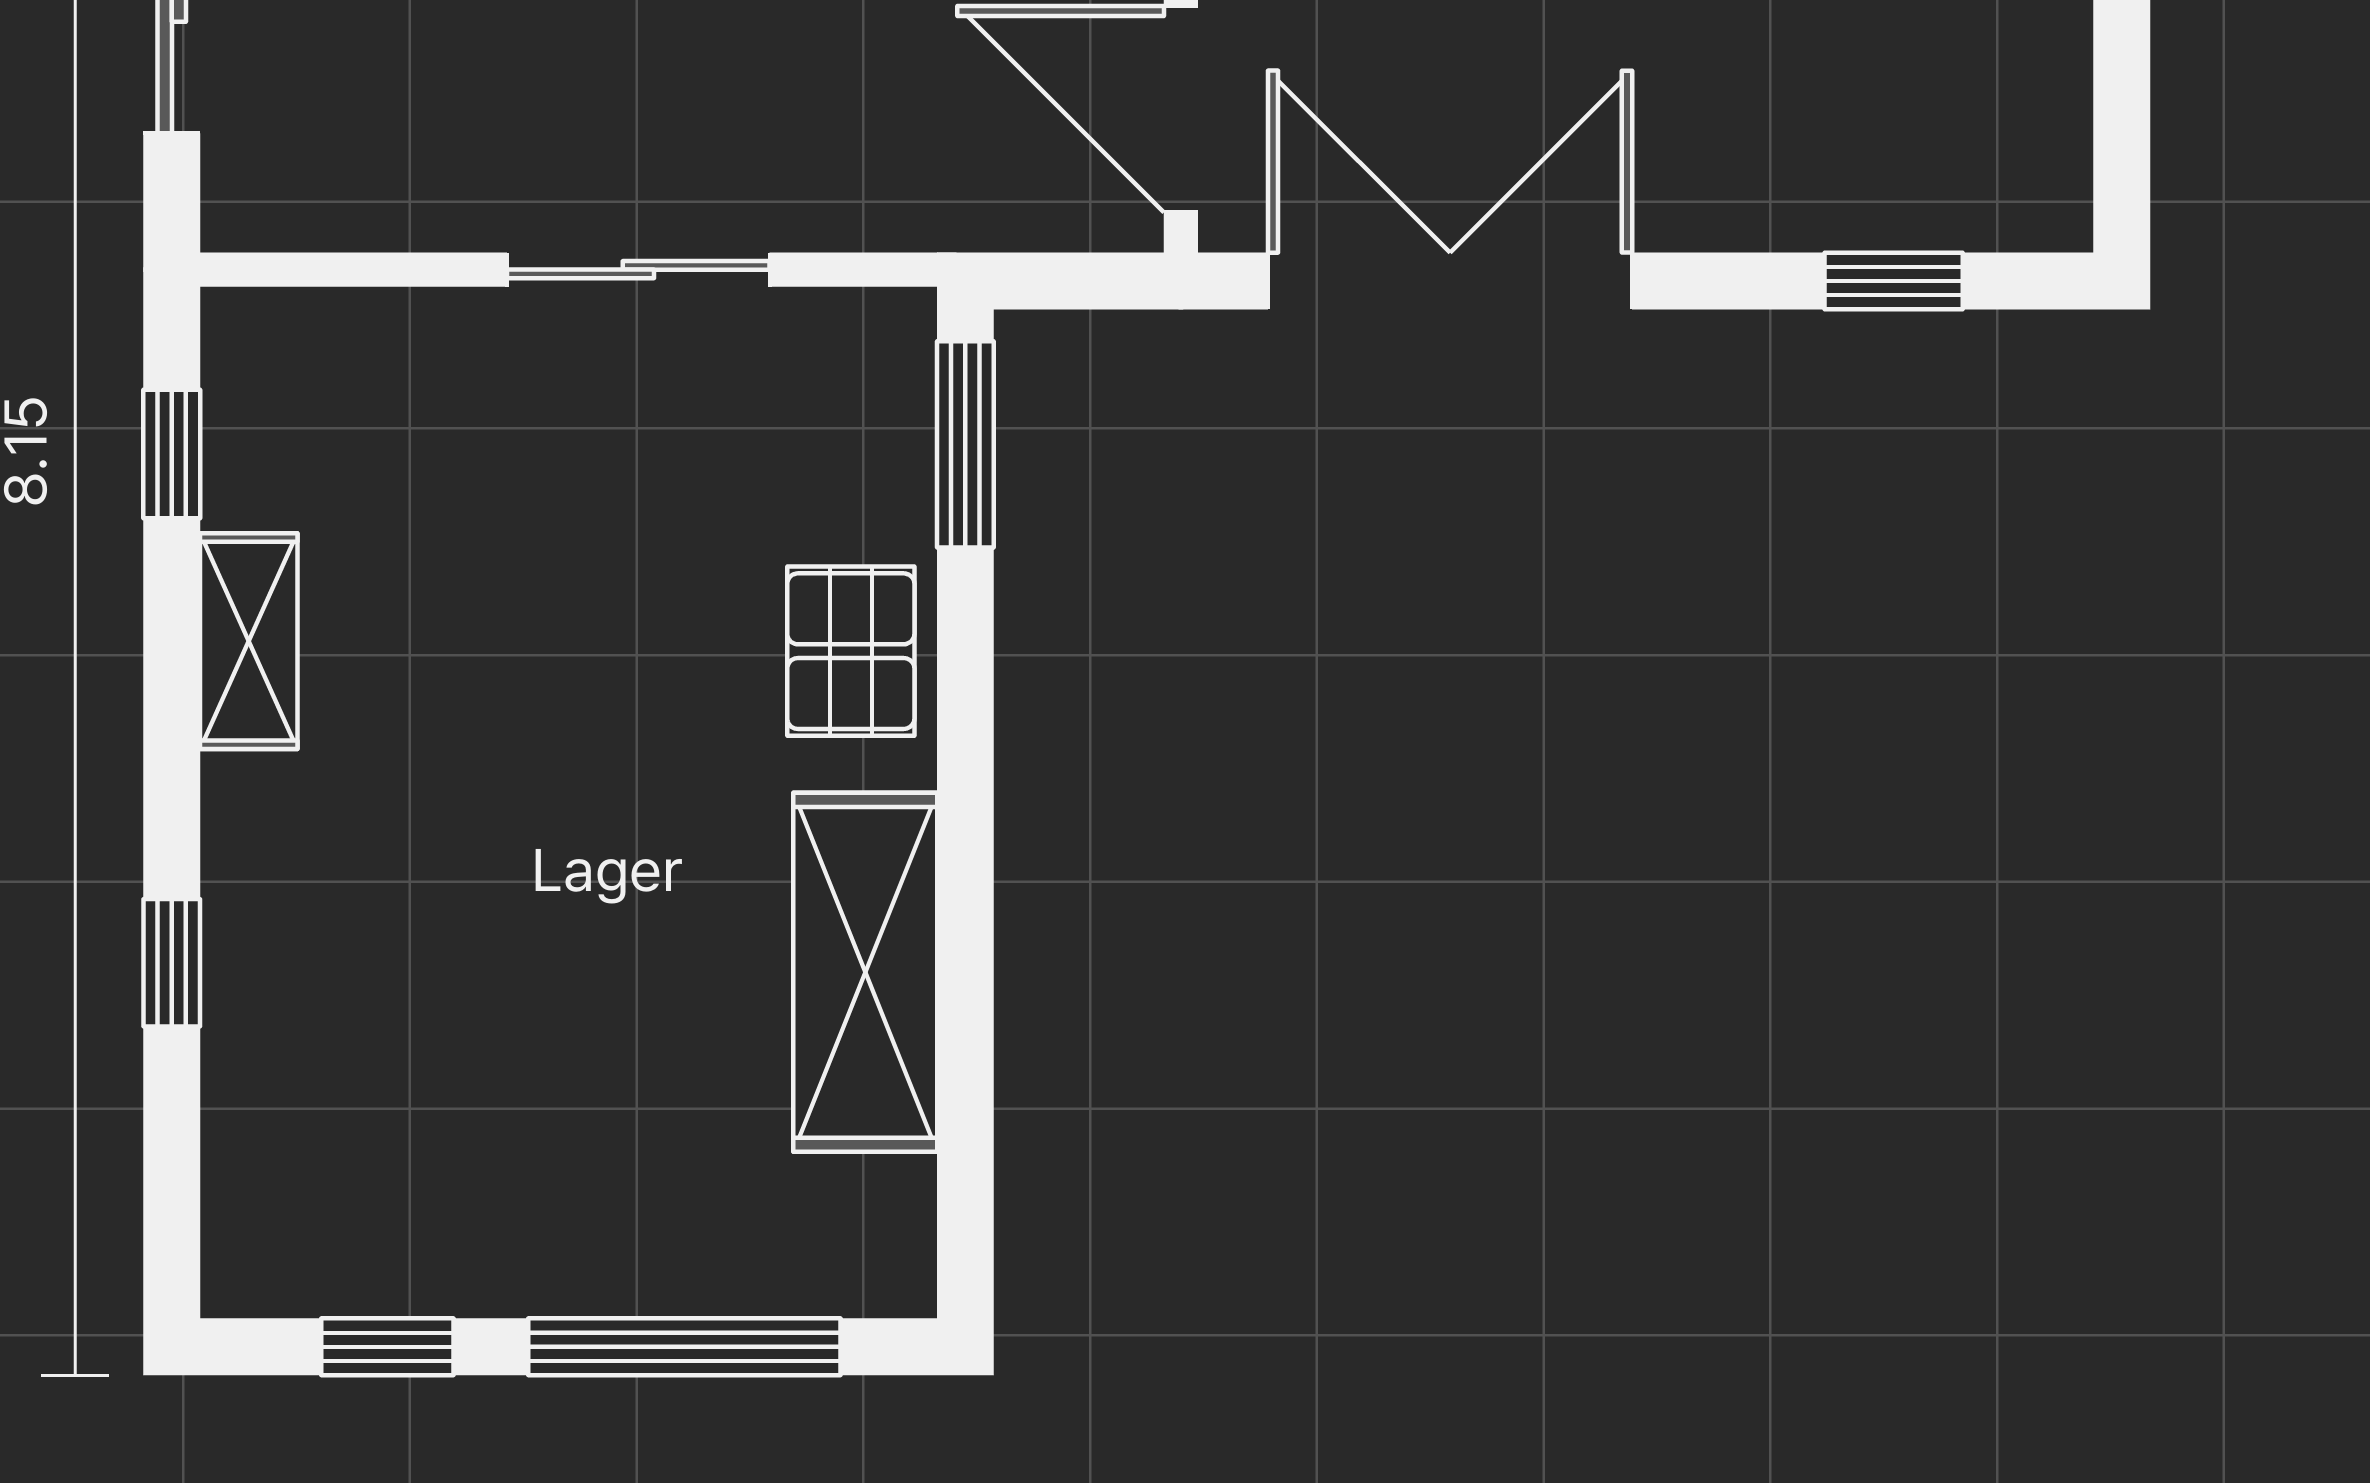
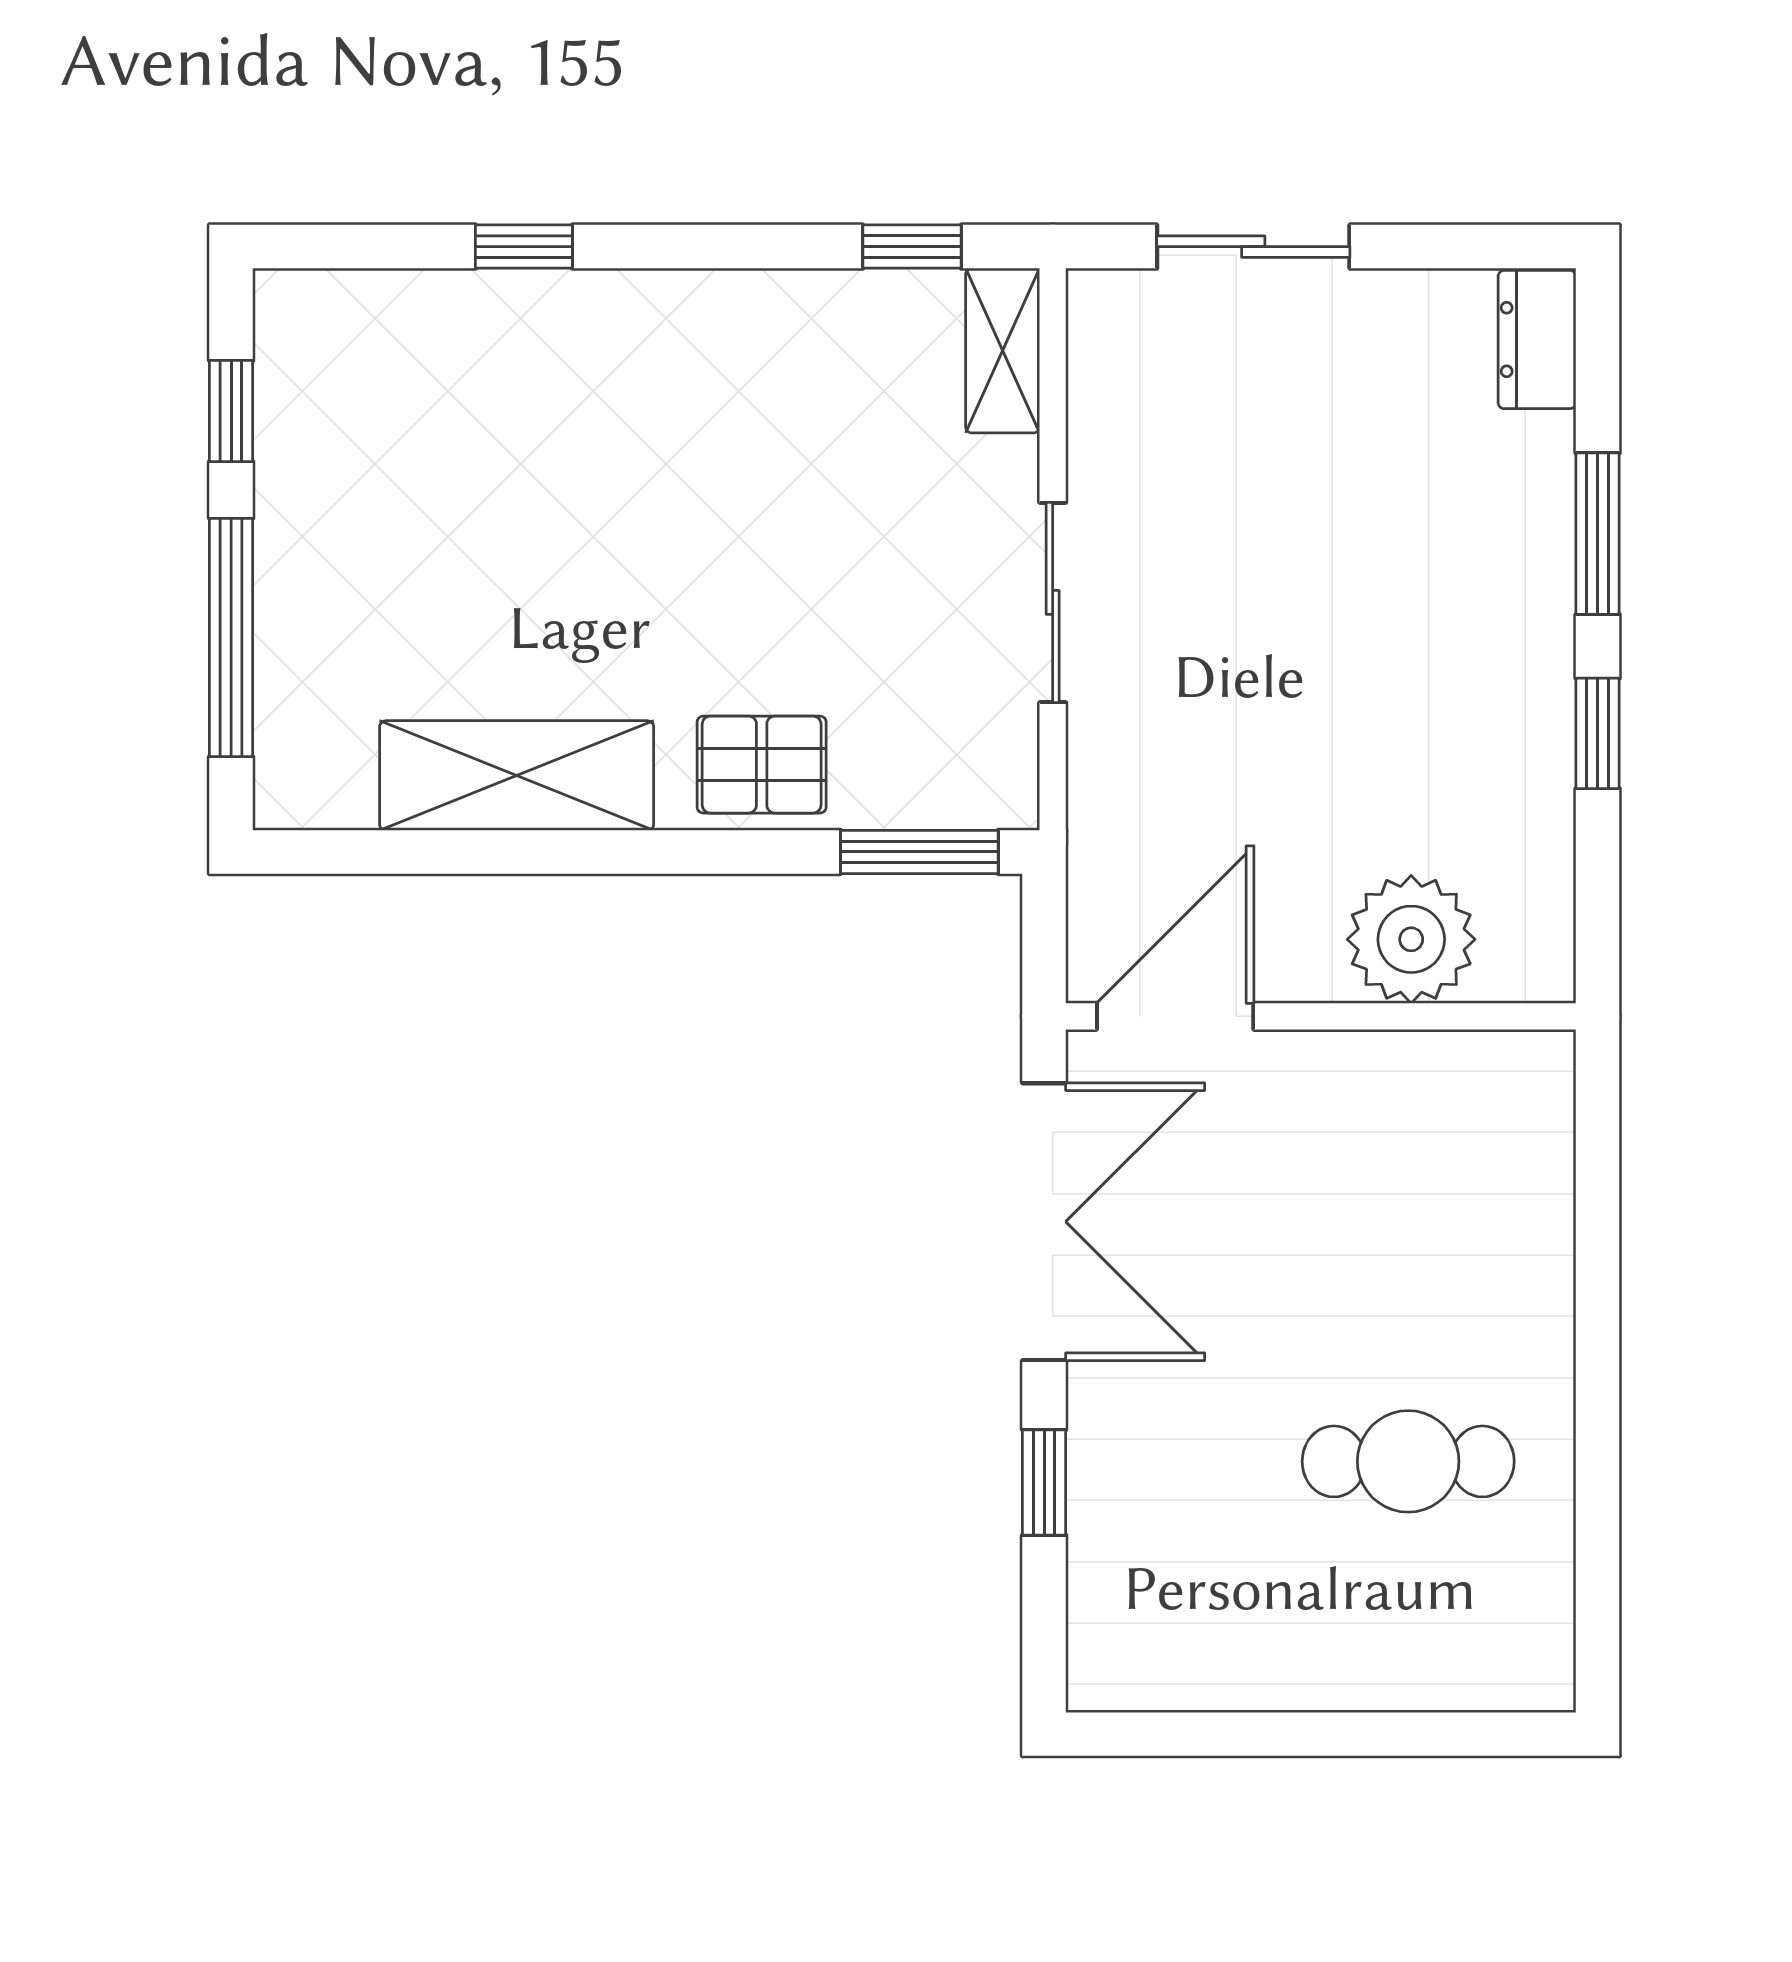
window: (1894, 281) -> (1044, 1482), moved
shelving: (249, 641) -> (1003, 351), moved, turned 90

